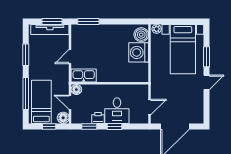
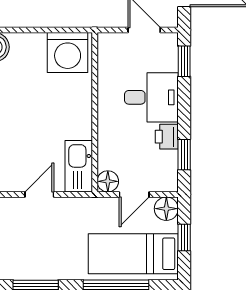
washing machine: (139, 52) -> (68, 52), moved
door: (70, 56) -> (39, 194), swing flipped
window: (114, 126) -> (184, 61), moved

